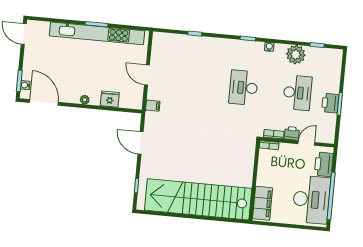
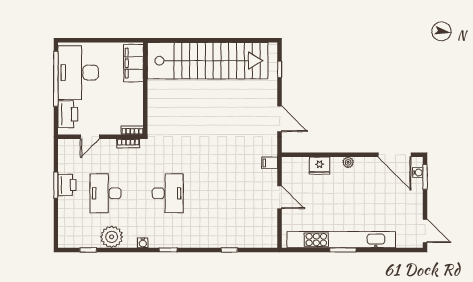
printer: (292, 133) -> (108, 146), removed

